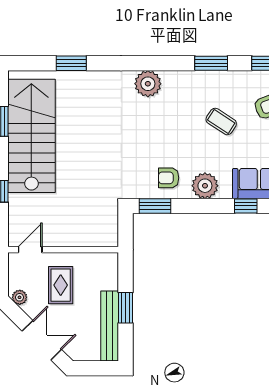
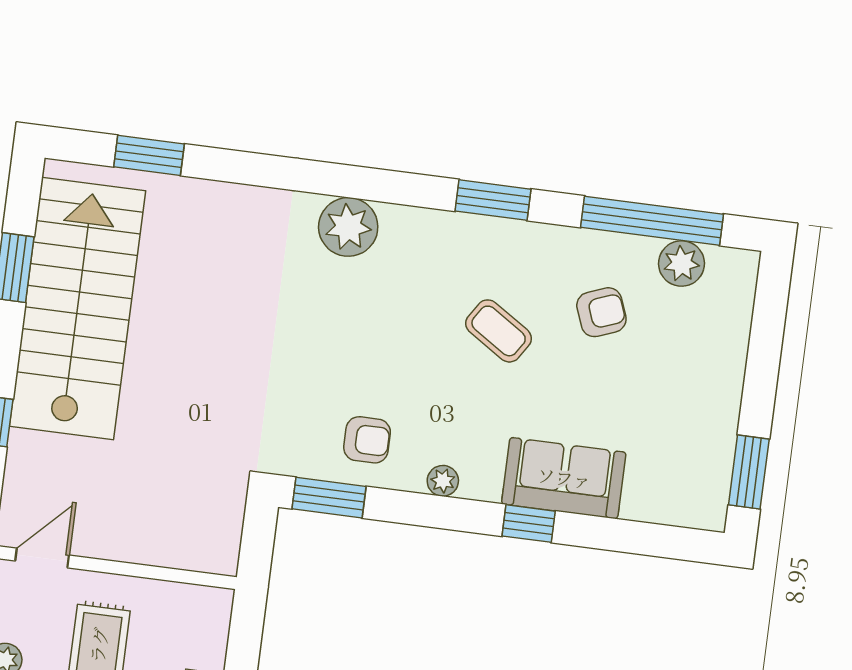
window: (71, 63) -> (149, 155), moved
armchair: (169, 178) -> (367, 440), turned 180
plant: (205, 186) -> (443, 481), width x0.53, depth x0.53

